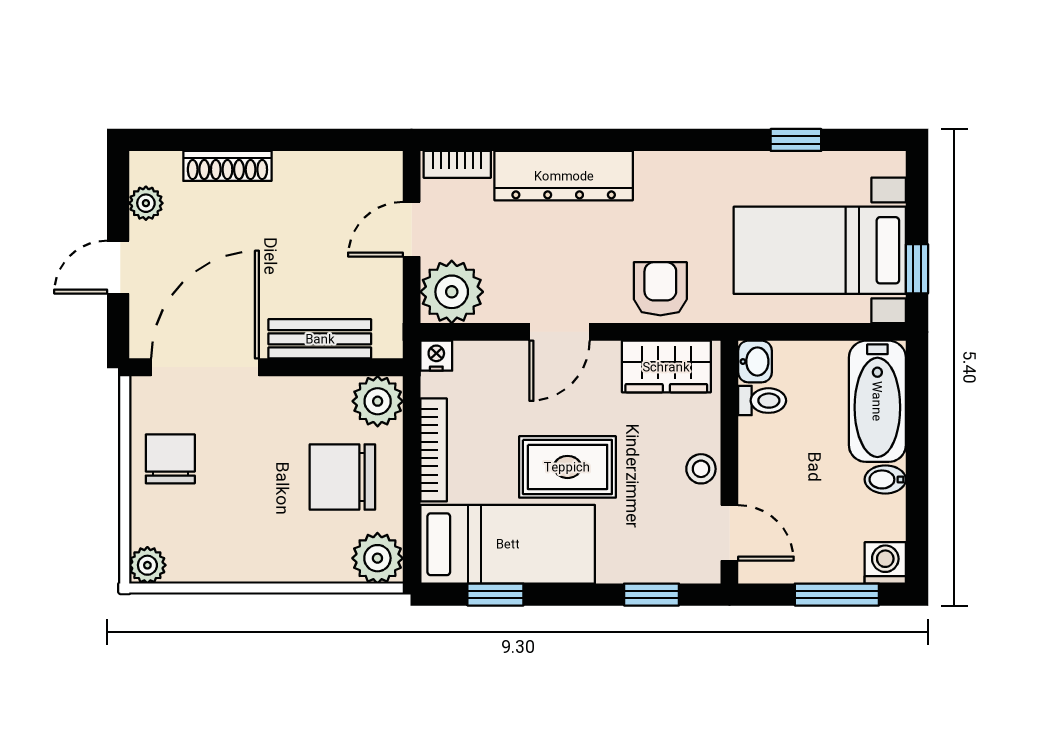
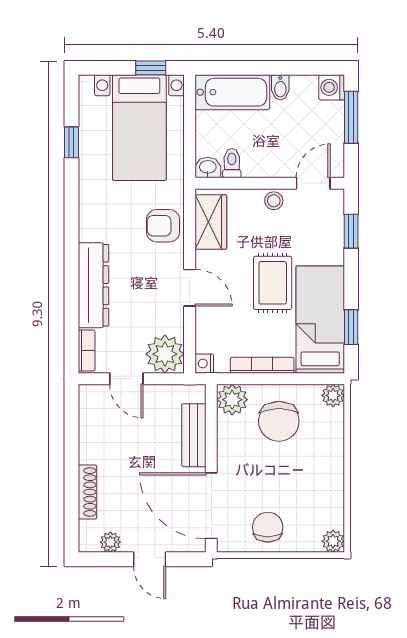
chair: (170, 459) -> (268, 527), turned 90
plant: (377, 558) -> (333, 395), width x0.73, depth x0.73

